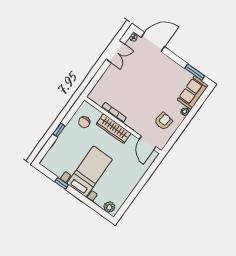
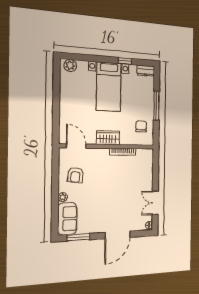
door: (153, 42) -> (118, 235), moved
wardrobe: (114, 129) -> (108, 138), width x0.67
window: (59, 130) -> (156, 106), width x2.17
dresser: (49, 164) -> (146, 71), added

